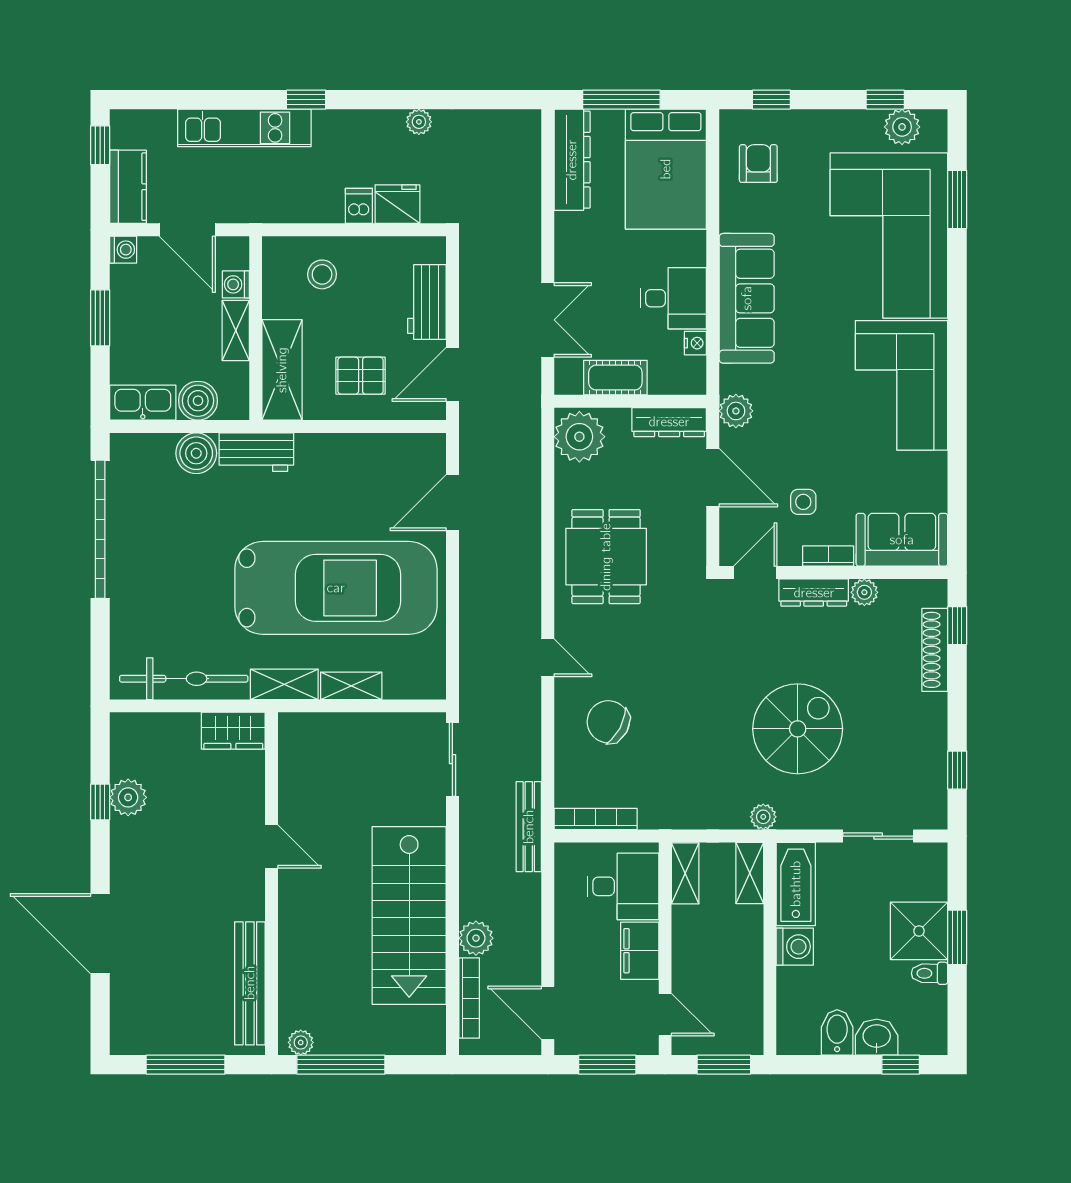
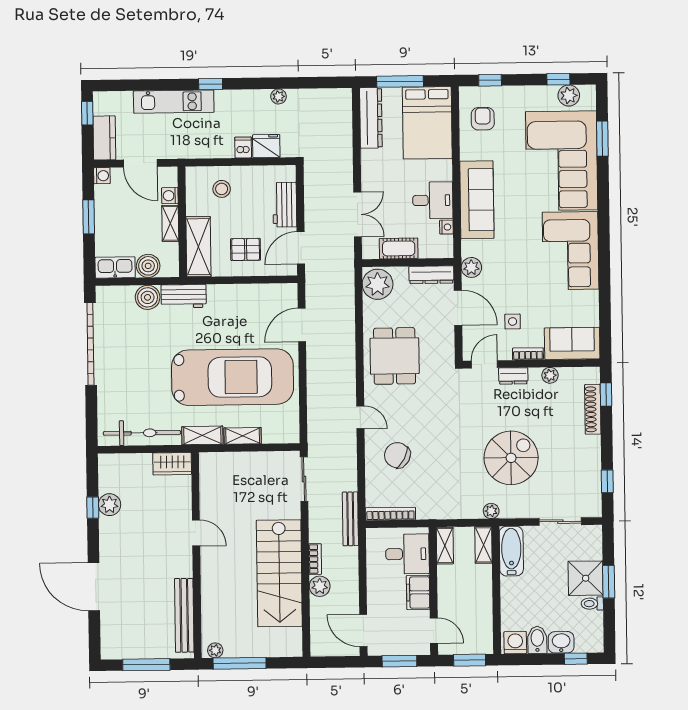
dresser: (814, 593) -> (513, 376), width x0.70
washing machine: (795, 947) -> (515, 643), moved, turned -90
bookcase: (469, 998) -> (315, 559), moved, width x0.64

